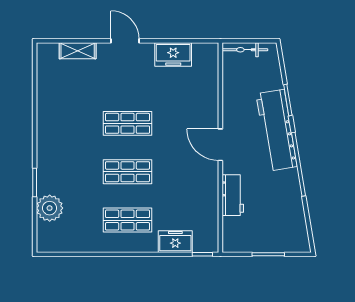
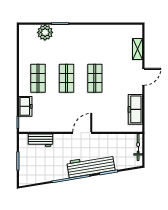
freezer: (173, 54) -> (135, 109), width x1.40
workbench: (233, 195) -> (40, 140), moved

